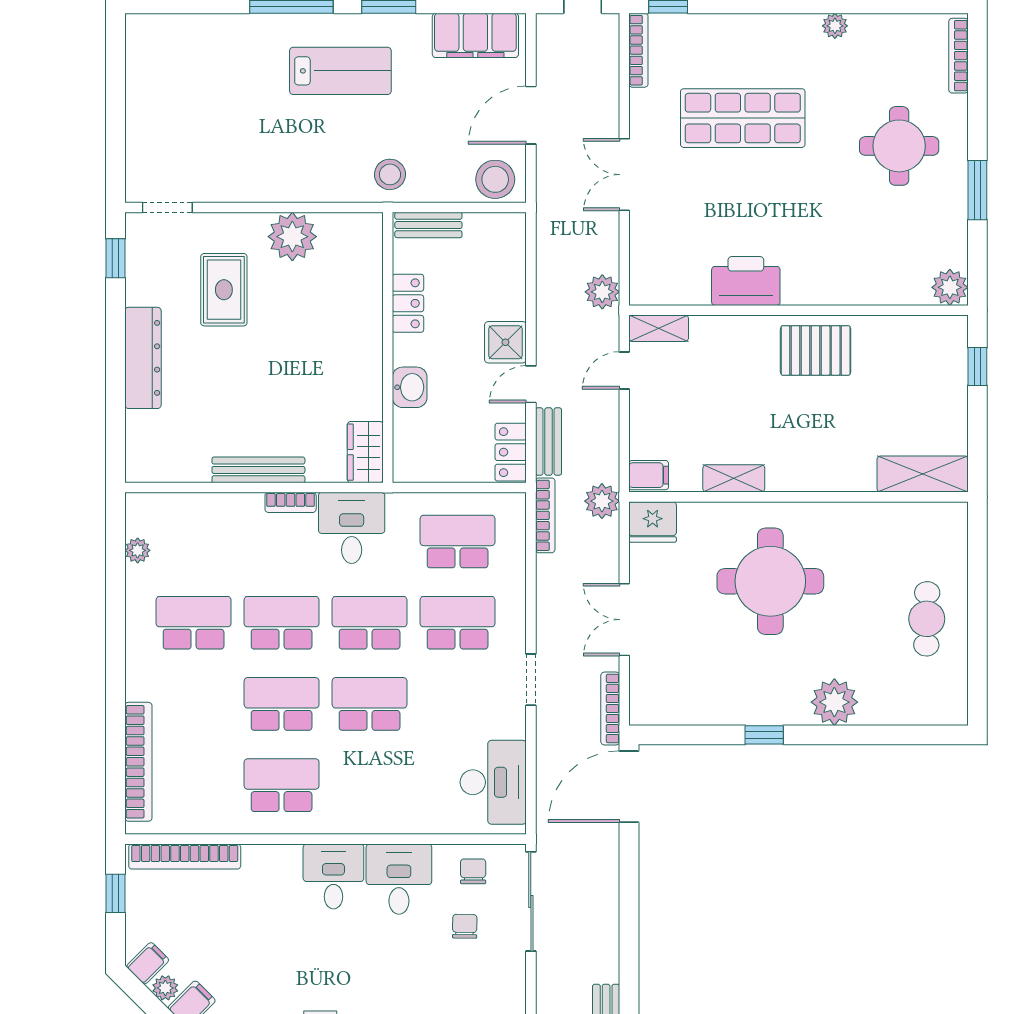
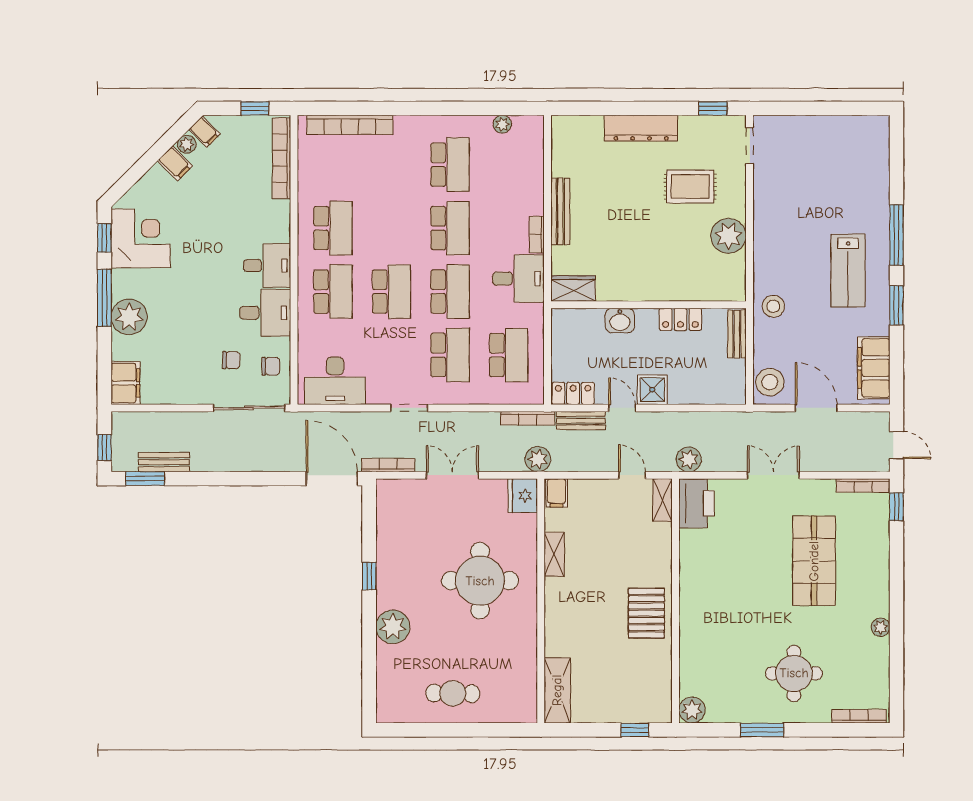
printer: (746, 281) -> (697, 503), moved
school desk: (282, 704) -> (333, 292), moved

